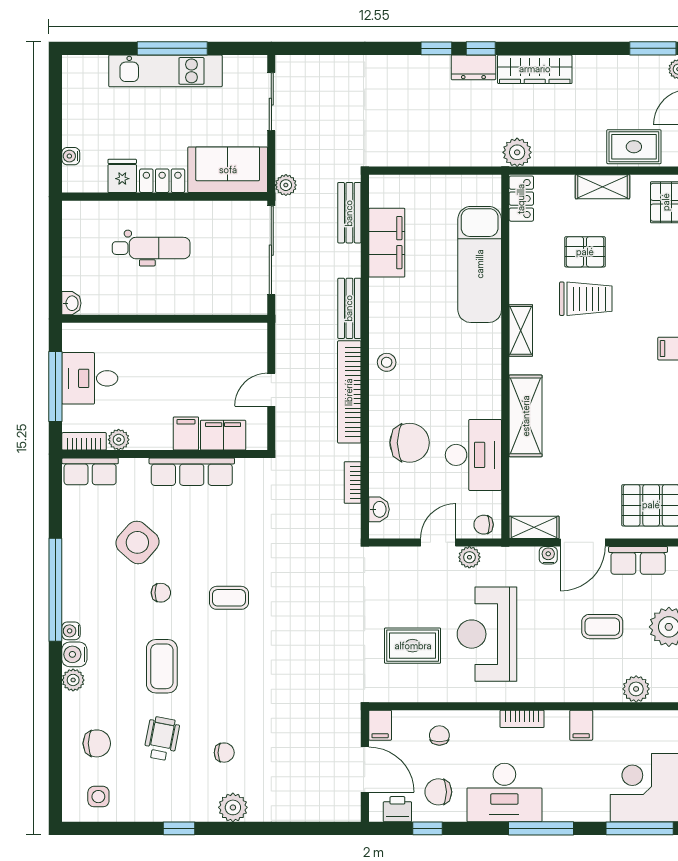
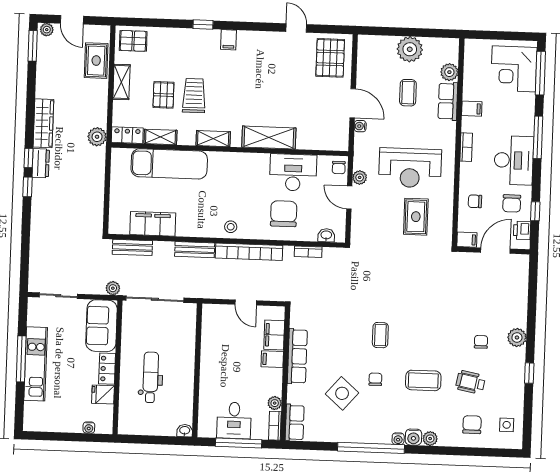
shelving: (534, 527) -> (160, 137), moved, turned 90
row of seats: (638, 560) -> (448, 101), moved, turned 180

